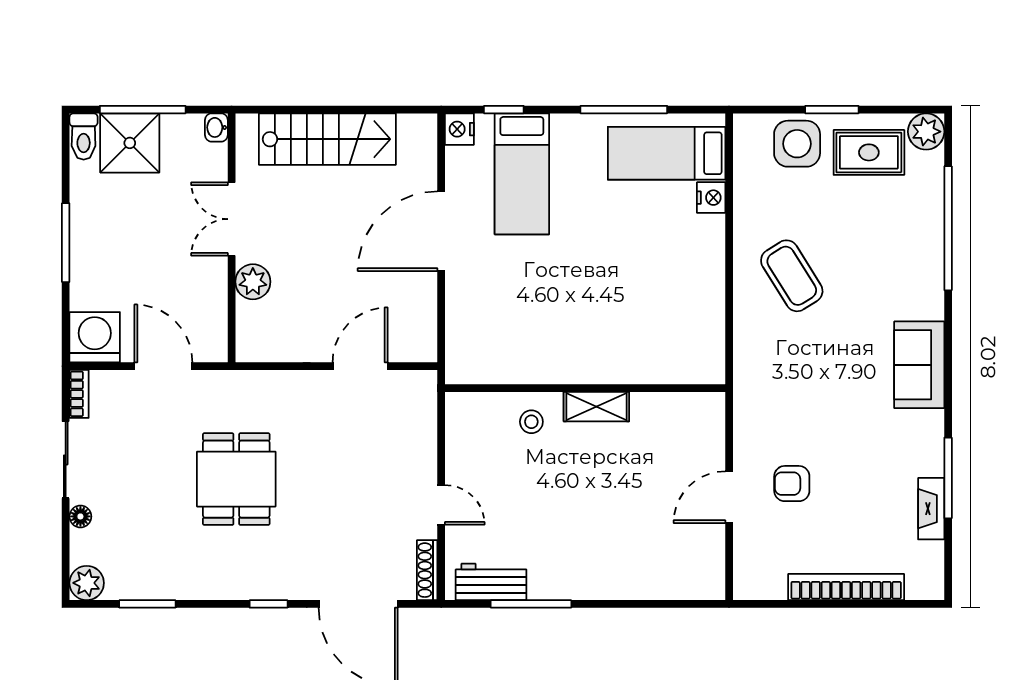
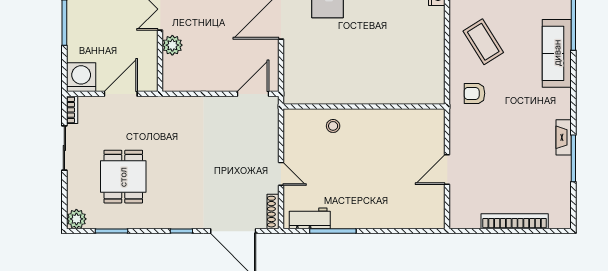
sofa: (919, 365) -> (557, 53), moved, width x1.36
door: (163, 366) -> (121, 94), hinge flipped
door: (360, 366) -> (253, 94), moved
shelving: (596, 407) -> (371, 117), removed
dining table: (236, 479) -> (123, 177), moved
armchair: (792, 484) -> (475, 93), moved
fireplace: (931, 509) -> (564, 137), moved
floor lamp: (80, 516) -> (73, 181), removed

